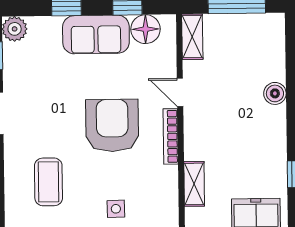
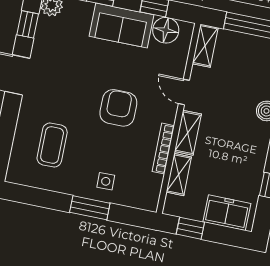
armchair: (112, 125) -> (118, 108), width x0.73, depth x0.73
bookcase: (171, 136) -> (163, 149), moved
shelving: (194, 136) -> (188, 133), added

